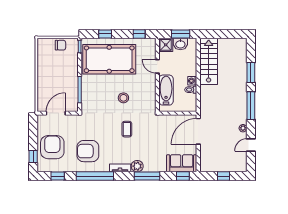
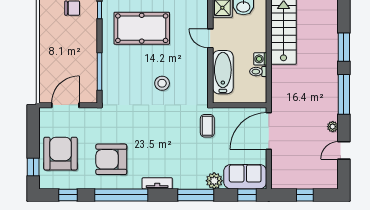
pool table: (109, 59) -> (142, 28), width x0.73, depth x0.76
coffee table: (127, 129) -> (207, 126), moved
plant: (137, 166) -> (214, 181), moved

